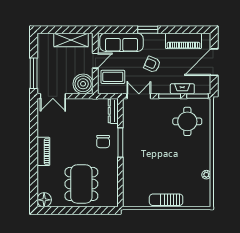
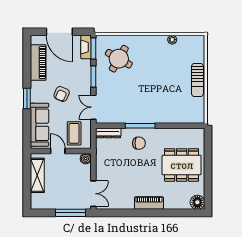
boiler: (83, 84) -> (86, 159), width x0.54, depth x0.54
fireplace: (182, 89) -> (86, 47), moved
round table: (187, 121) -> (119, 59), turned 30

